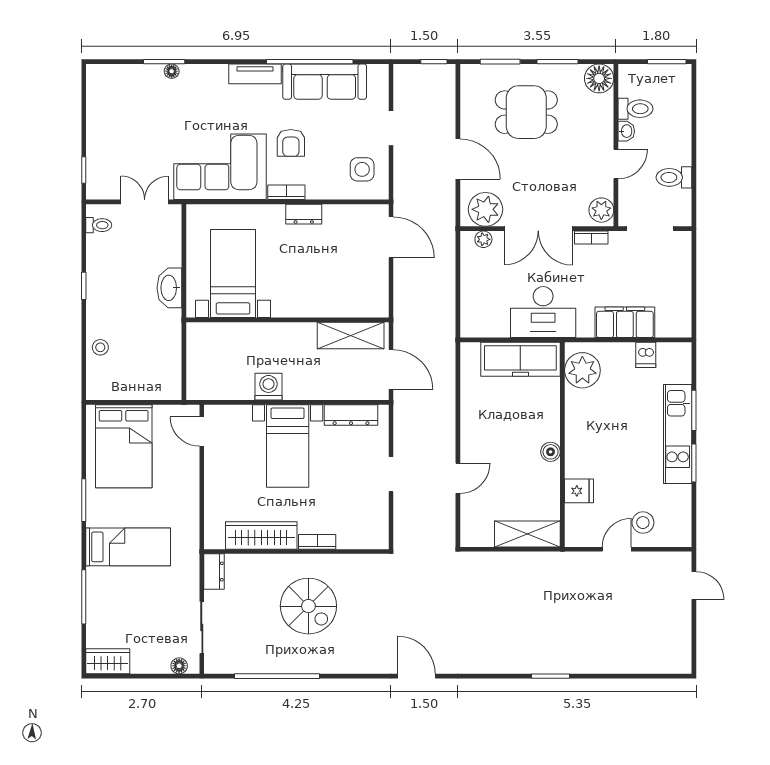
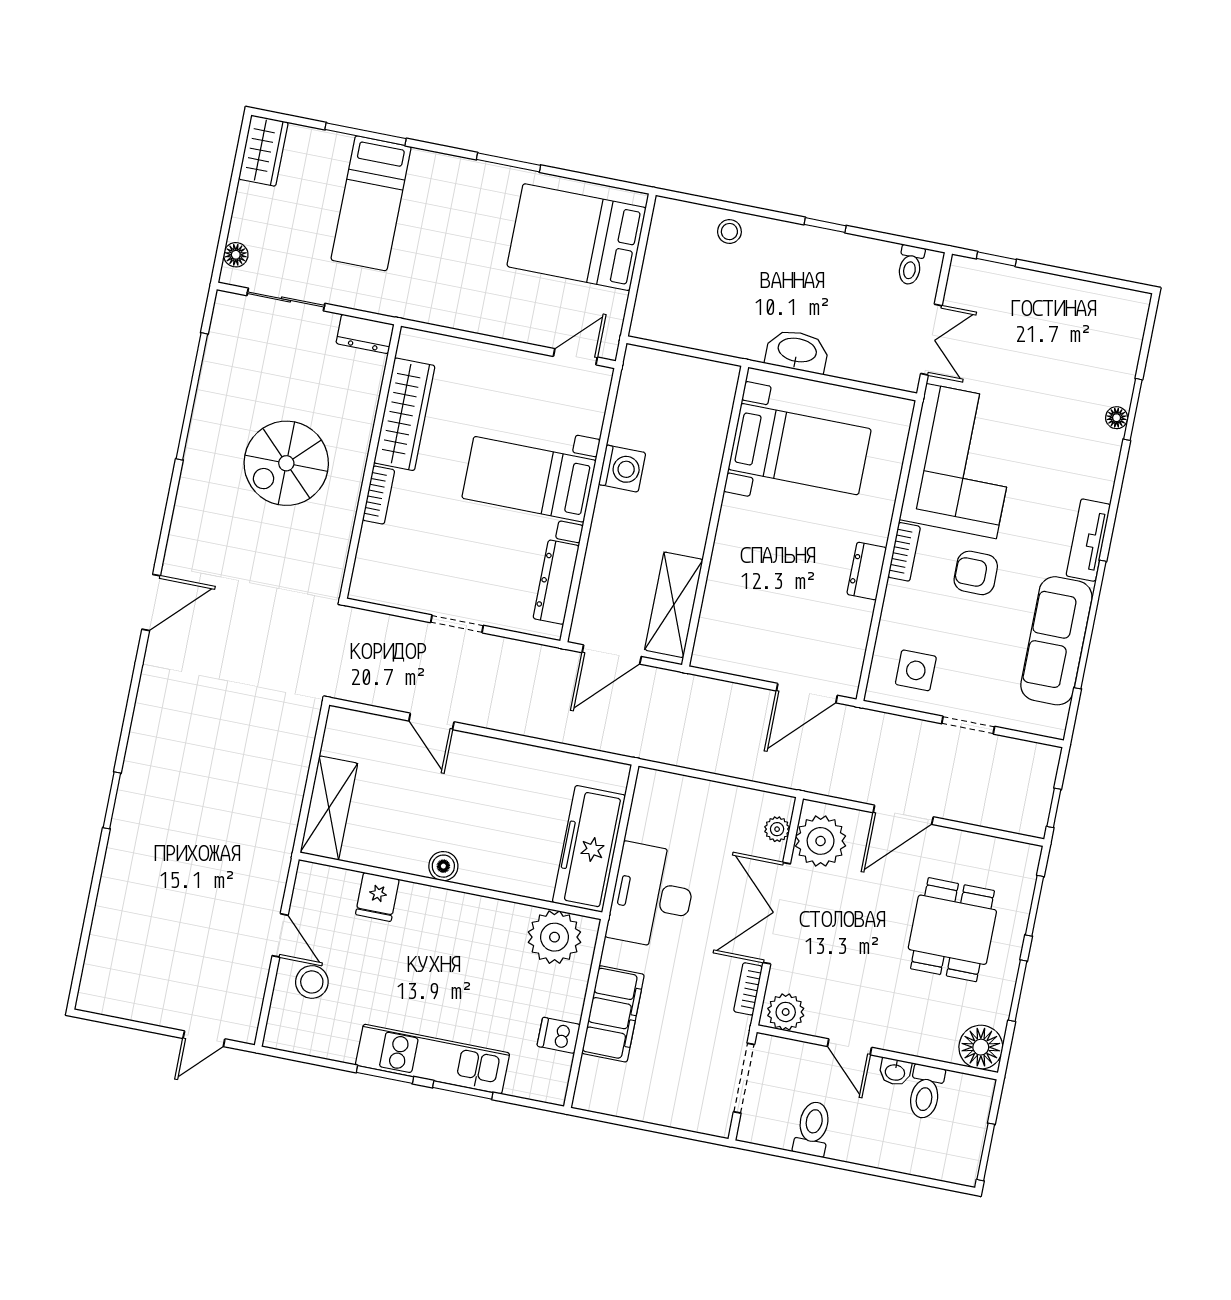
bed: (128, 547) -> (371, 203), moved

